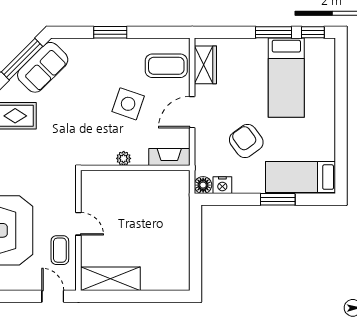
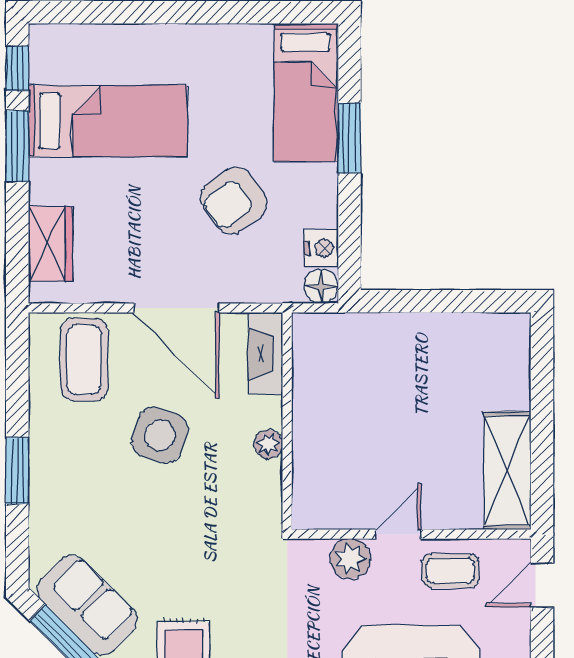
wardrobe: (205, 65) -> (50, 244), moved, turned 90
door: (192, 112) -> (176, 308), width x1.36
plant: (66, 200) -> (350, 559), added

